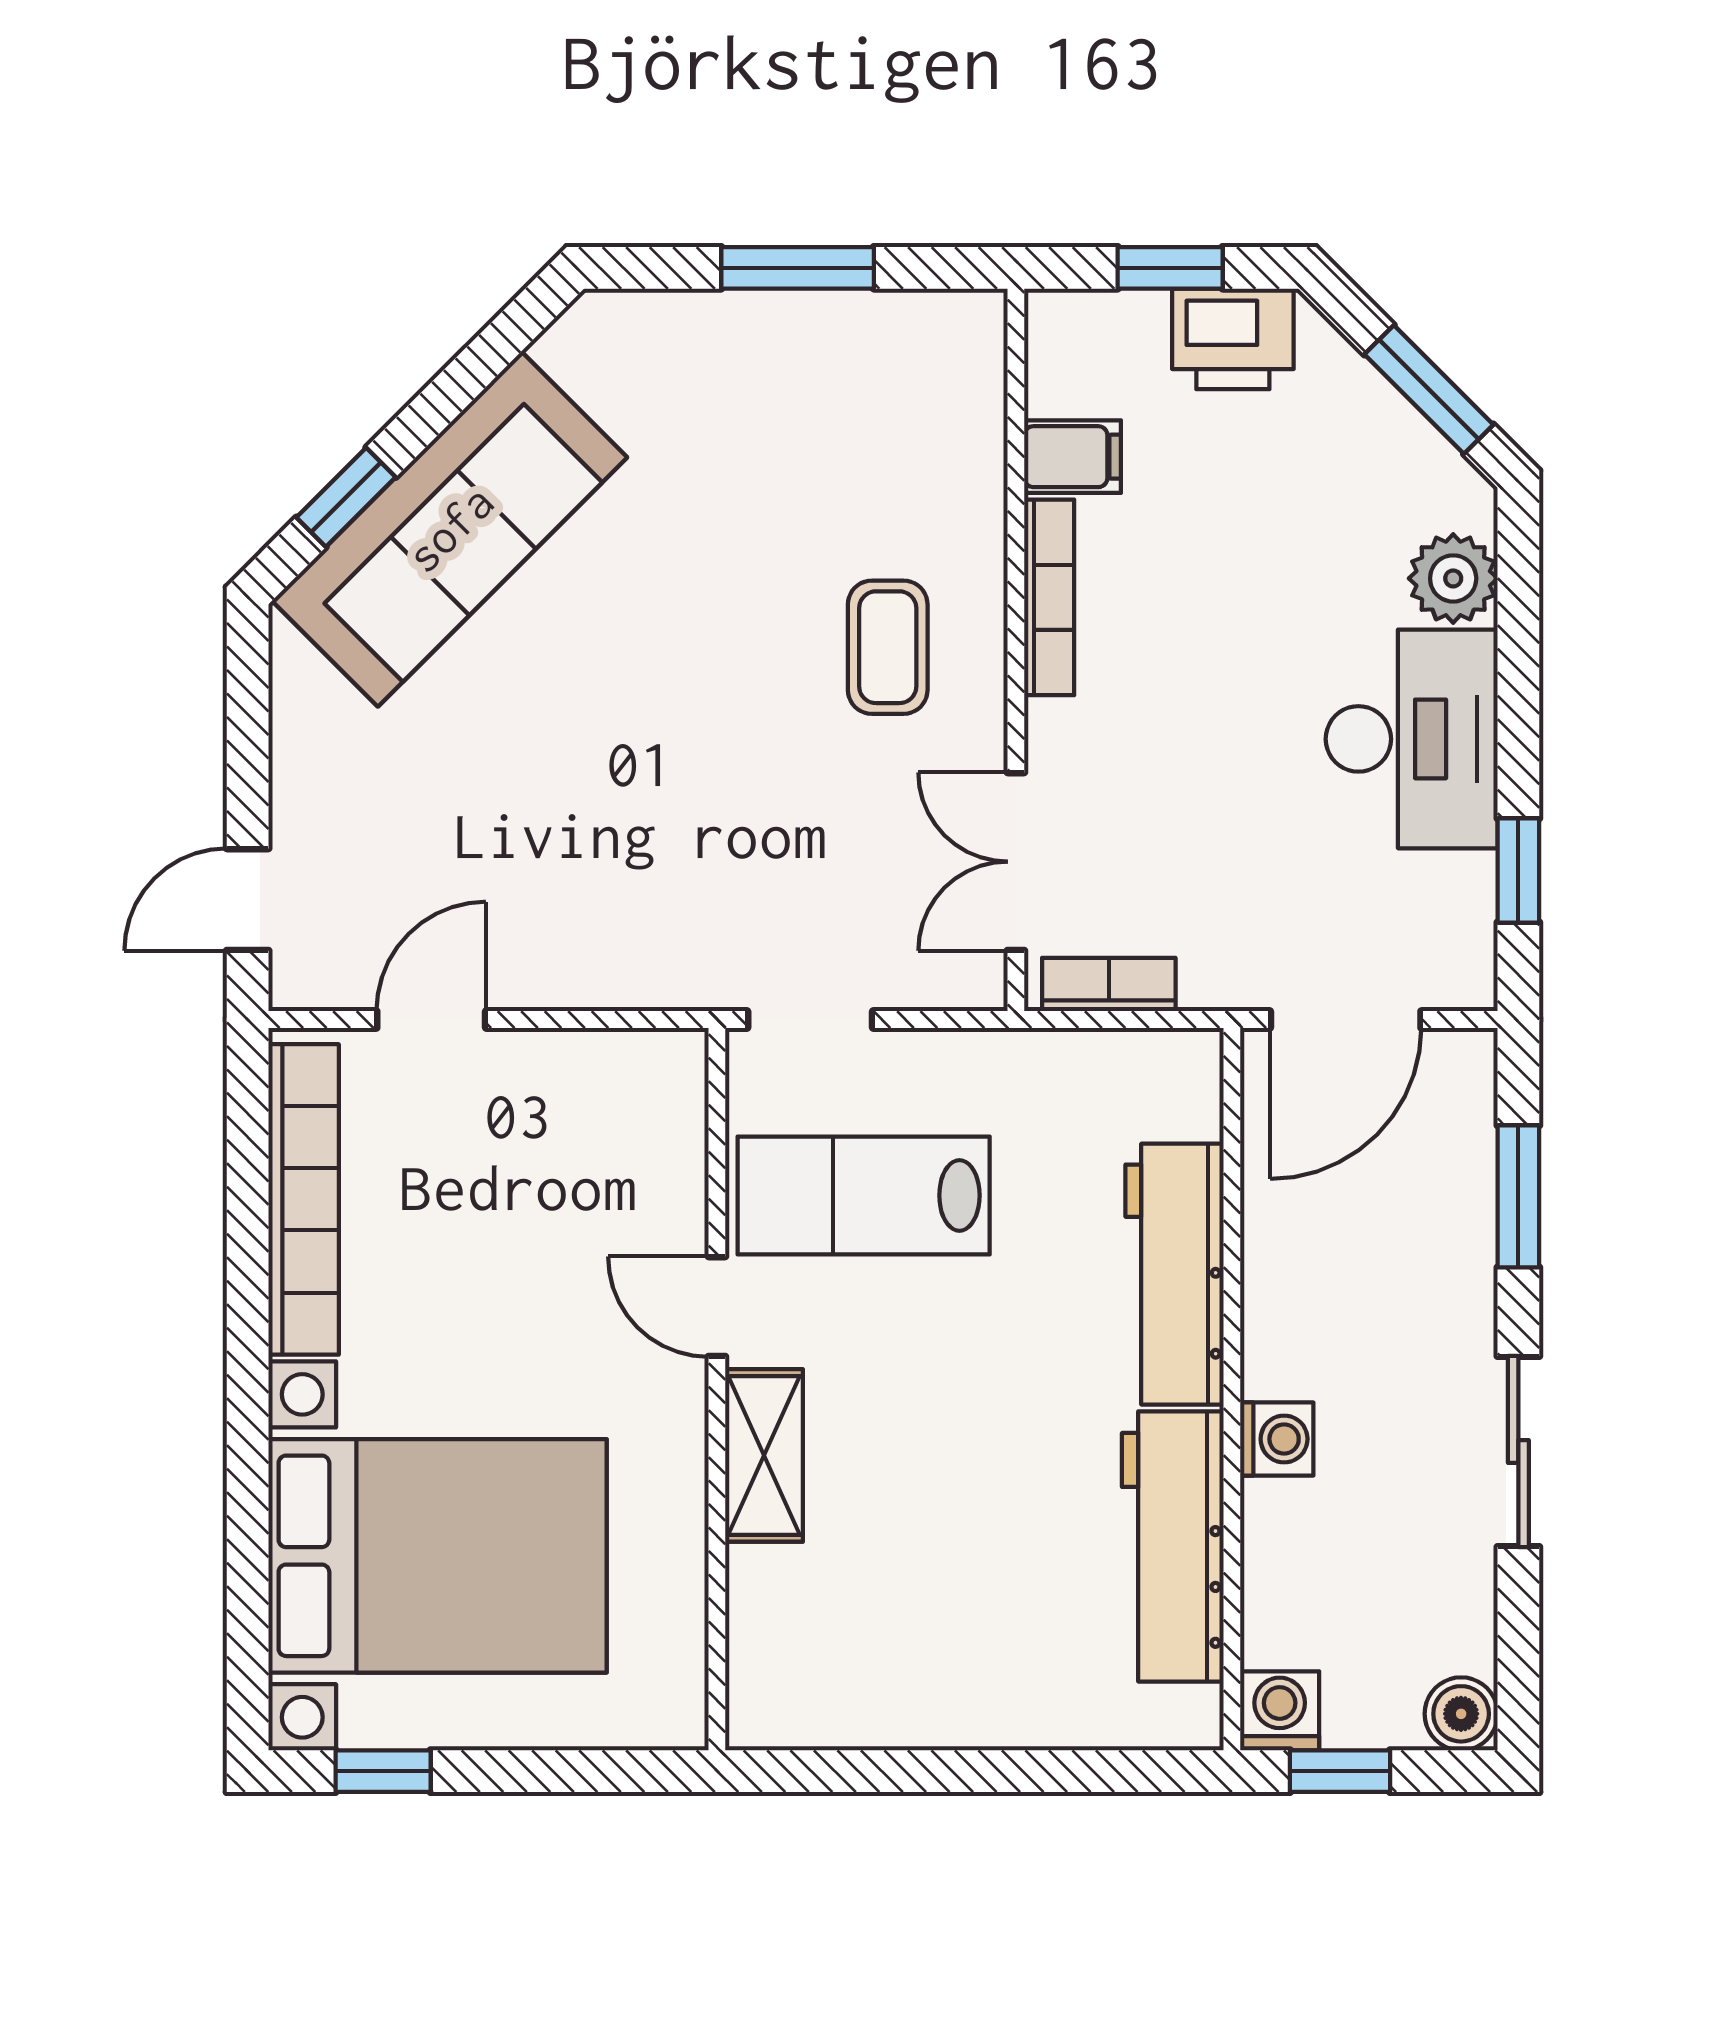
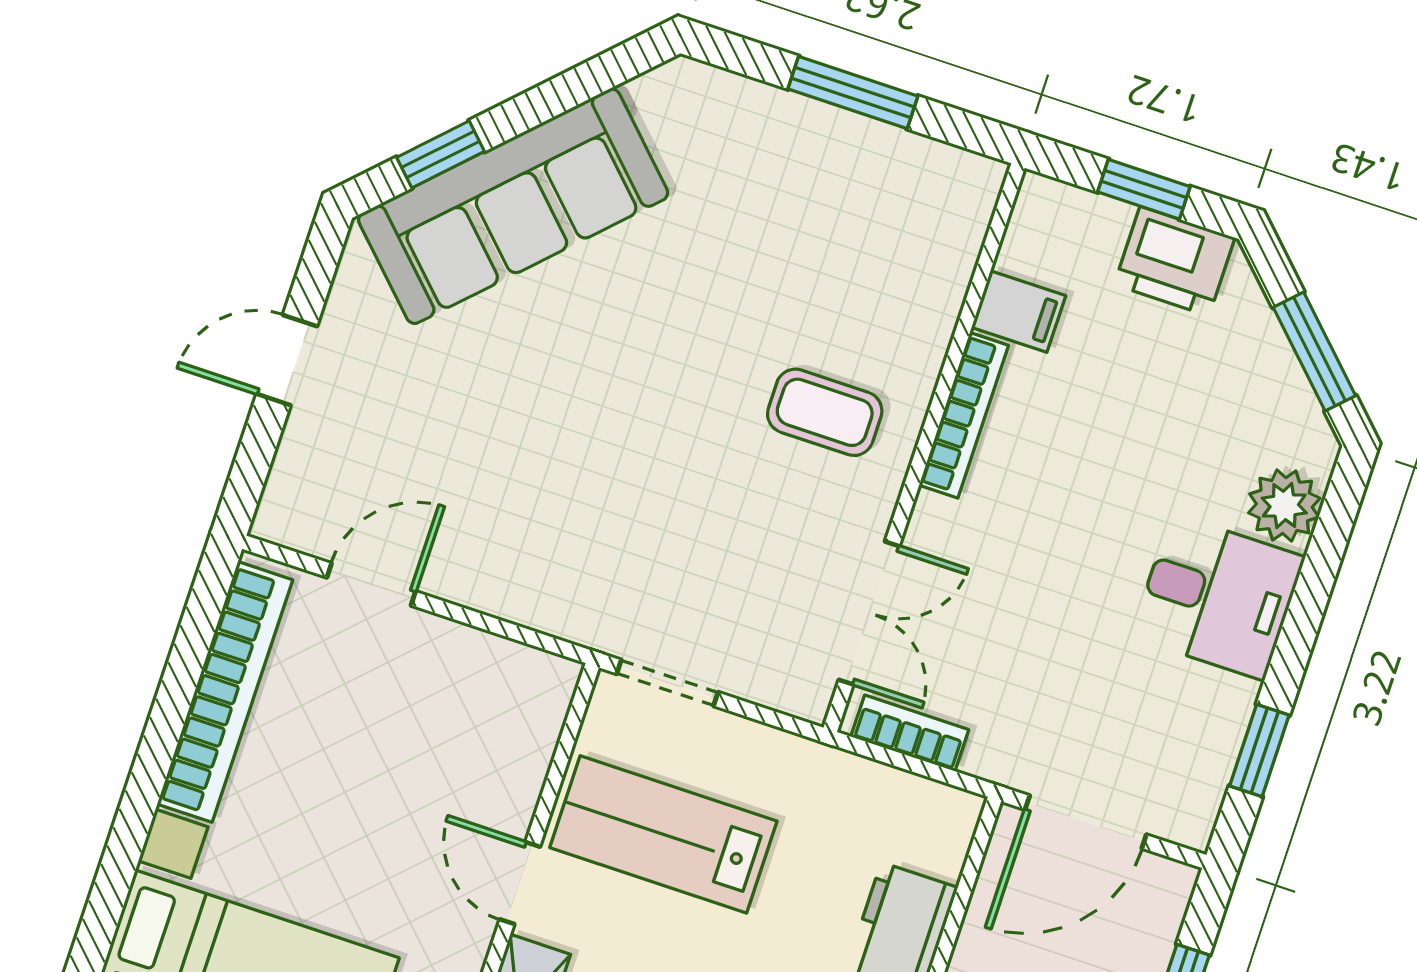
coffee table: (888, 647) -> (825, 412), turned 90
desk: (1412, 739) -> (1218, 597), width x0.73
double door: (1016, 862) -> (869, 613), swing flipped
door: (248, 900) -> (287, 360), moved

